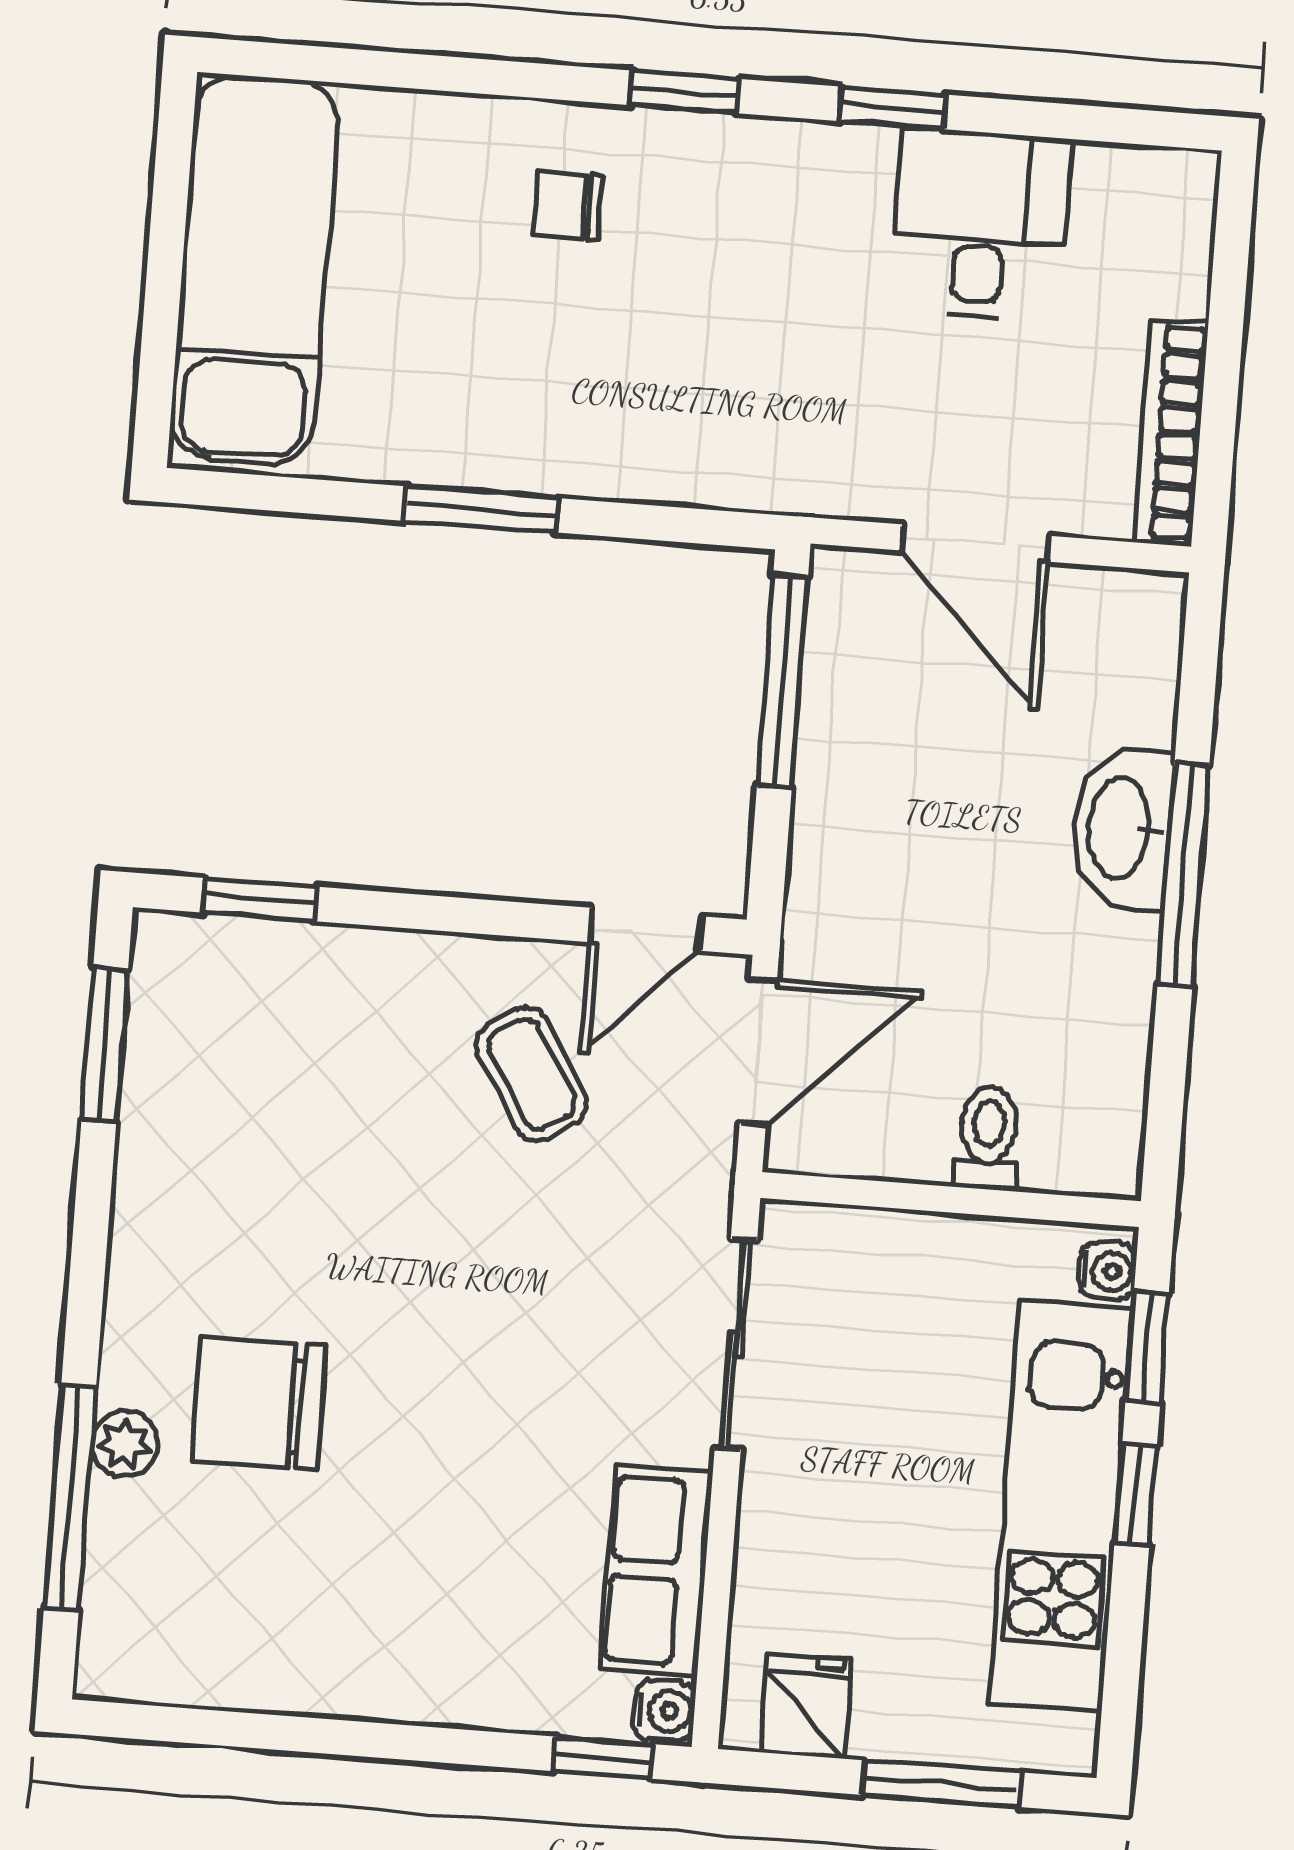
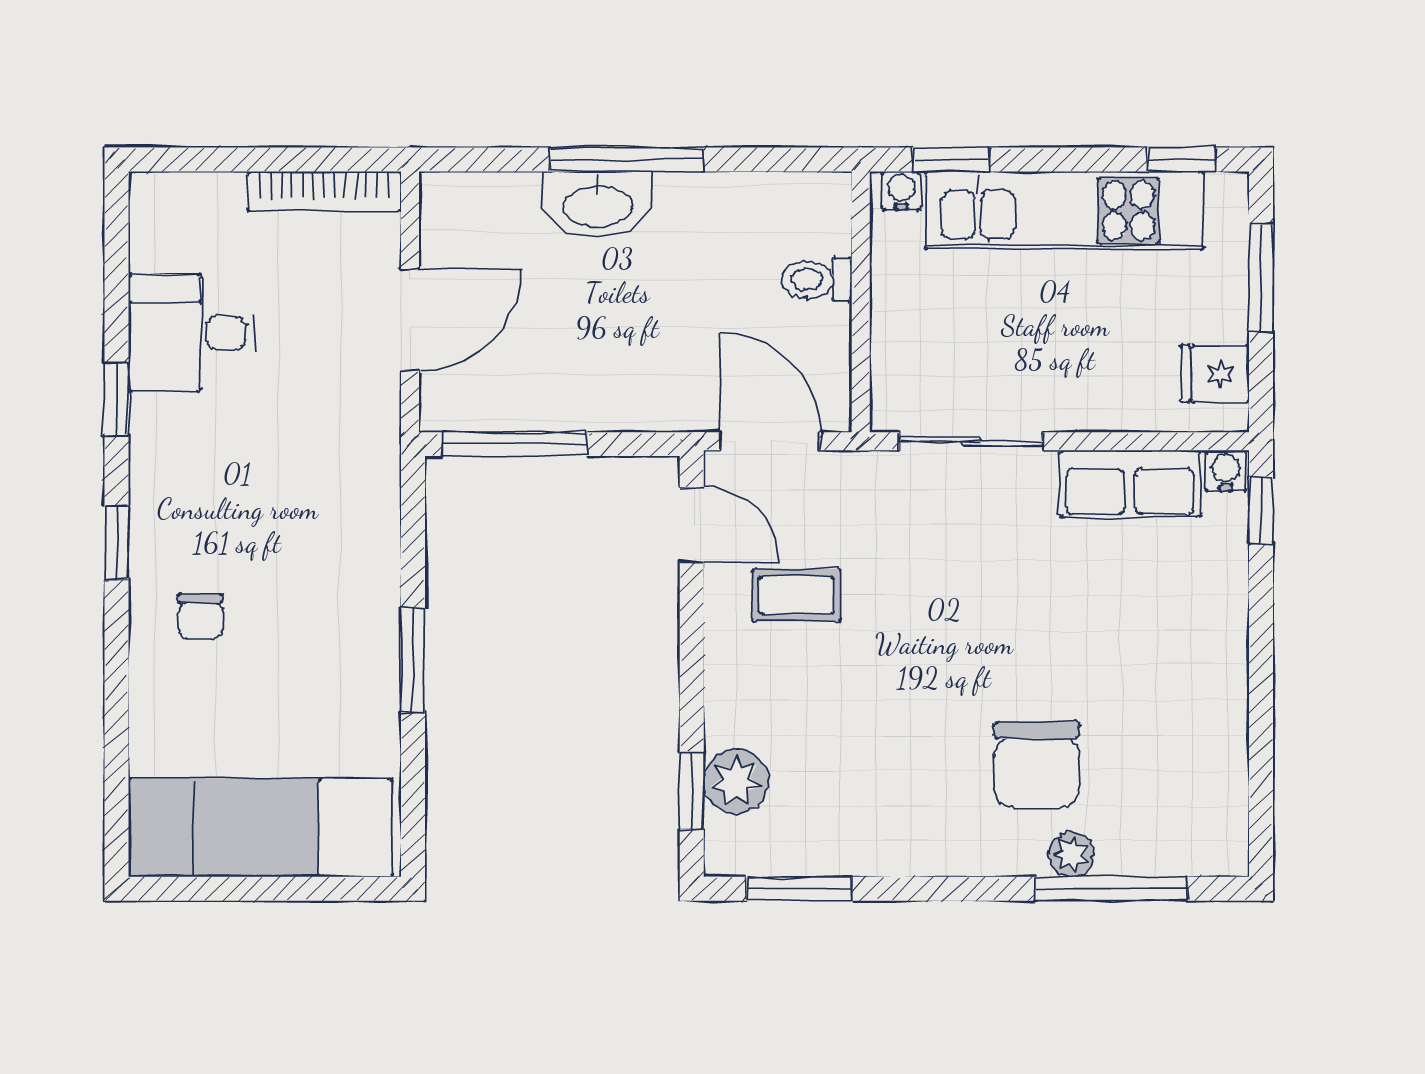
plant: (268, 965) -> (736, 781), added
coffee table: (532, 1074) -> (797, 595), turned 31
window: (1136, 1495) -> (1181, 160), moved

